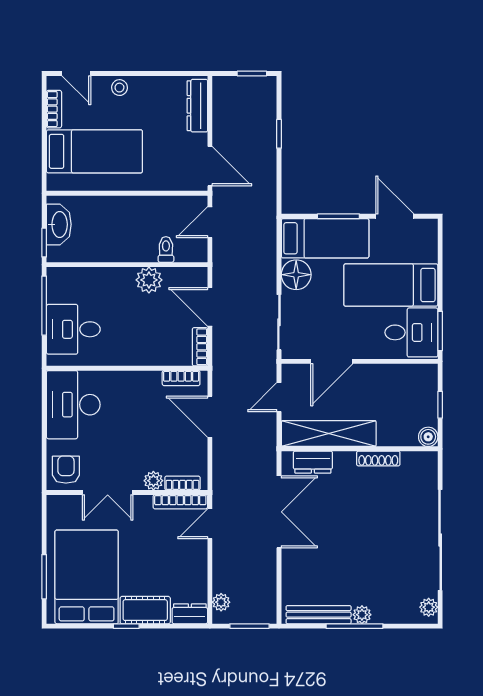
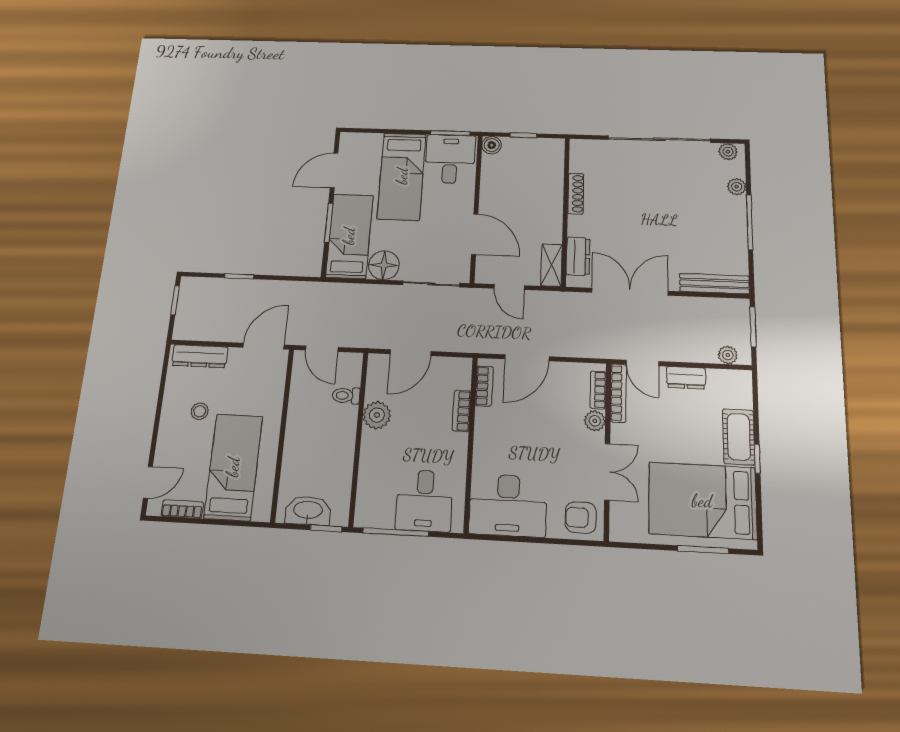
stool: (119, 88) -> (200, 411), moved
bookcase: (200, 347) -> (462, 411), moved, turned 90
shelving: (329, 434) -> (551, 265), width x0.45, depth x0.75
boiler: (428, 437) -> (492, 145), moved
dresser: (190, 614) -> (686, 378), moved, turned -90
bench: (319, 615) -> (714, 284), moved, turned 90
plant: (362, 615) -> (737, 187), moved

